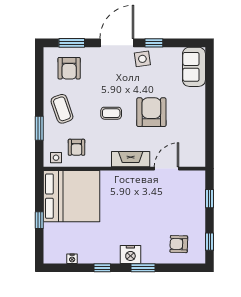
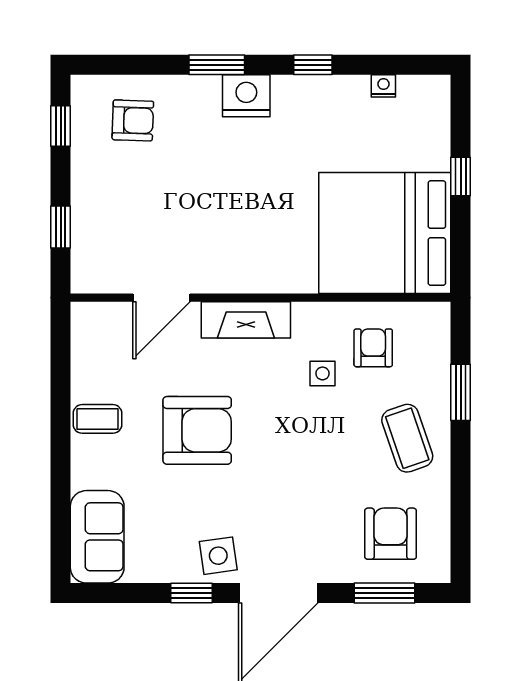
armchair: (151, 112) -> (197, 430), turned -90
coffee table: (111, 113) -> (97, 419), moved
side table: (56, 158) -> (322, 373), moved

